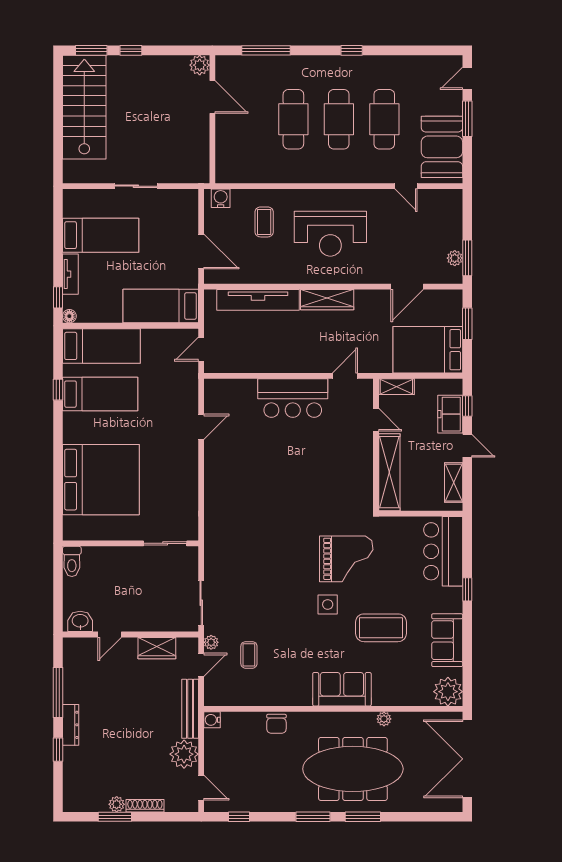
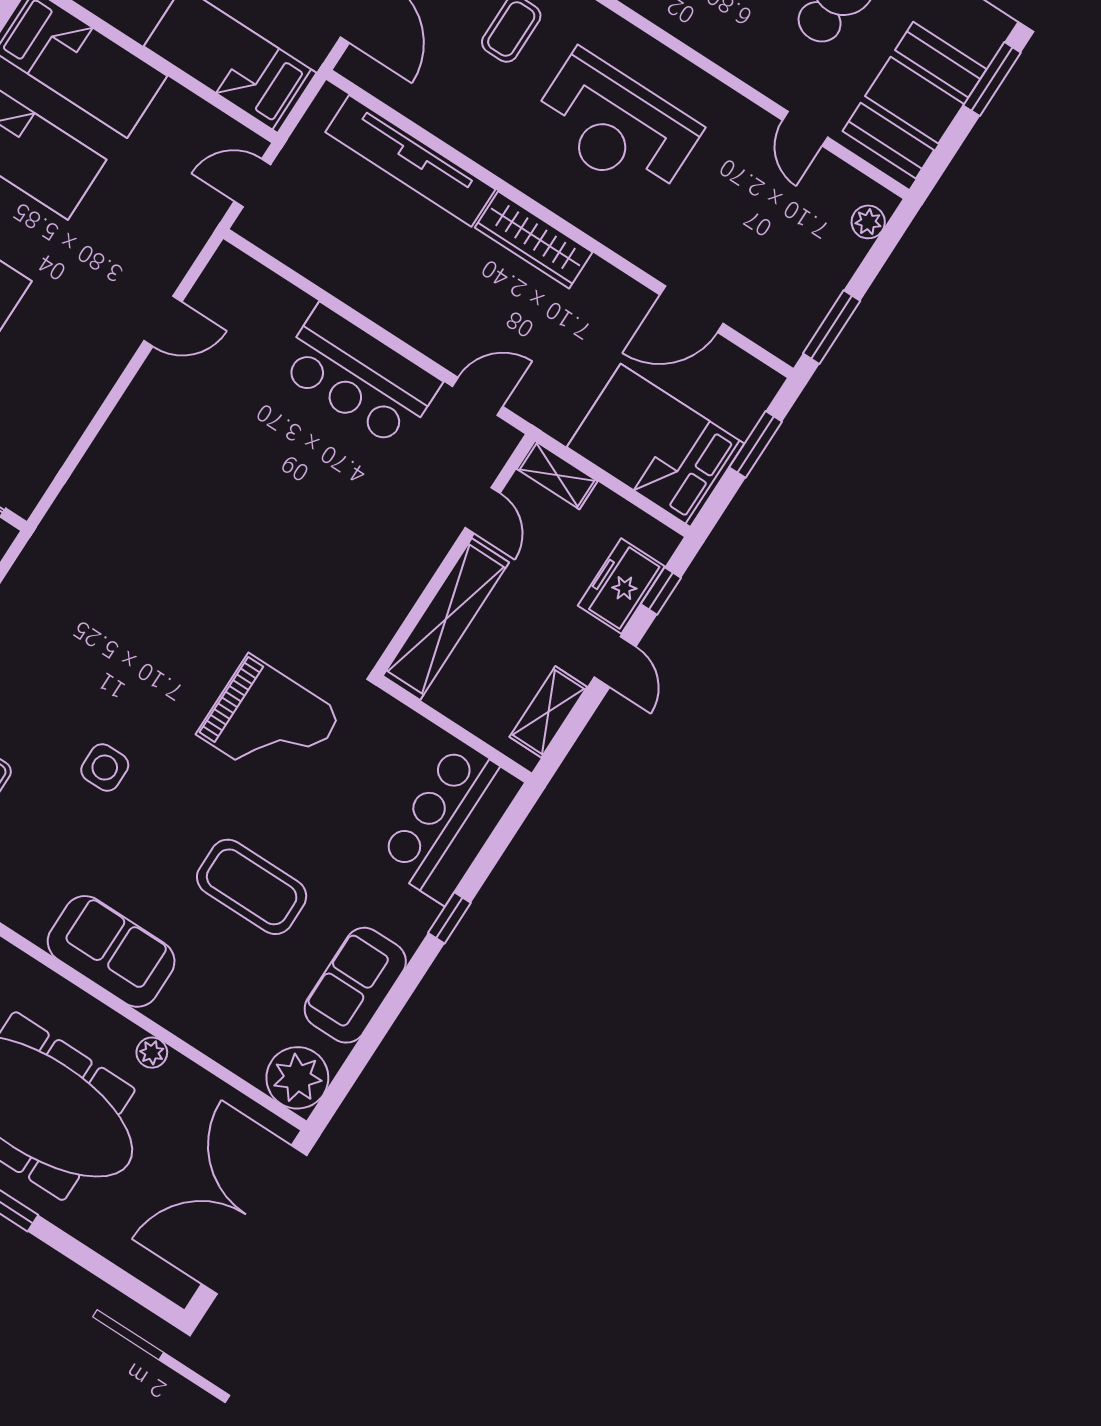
plant: (455, 258) -> (868, 222), moved
side table: (328, 604) -> (105, 768), moved

